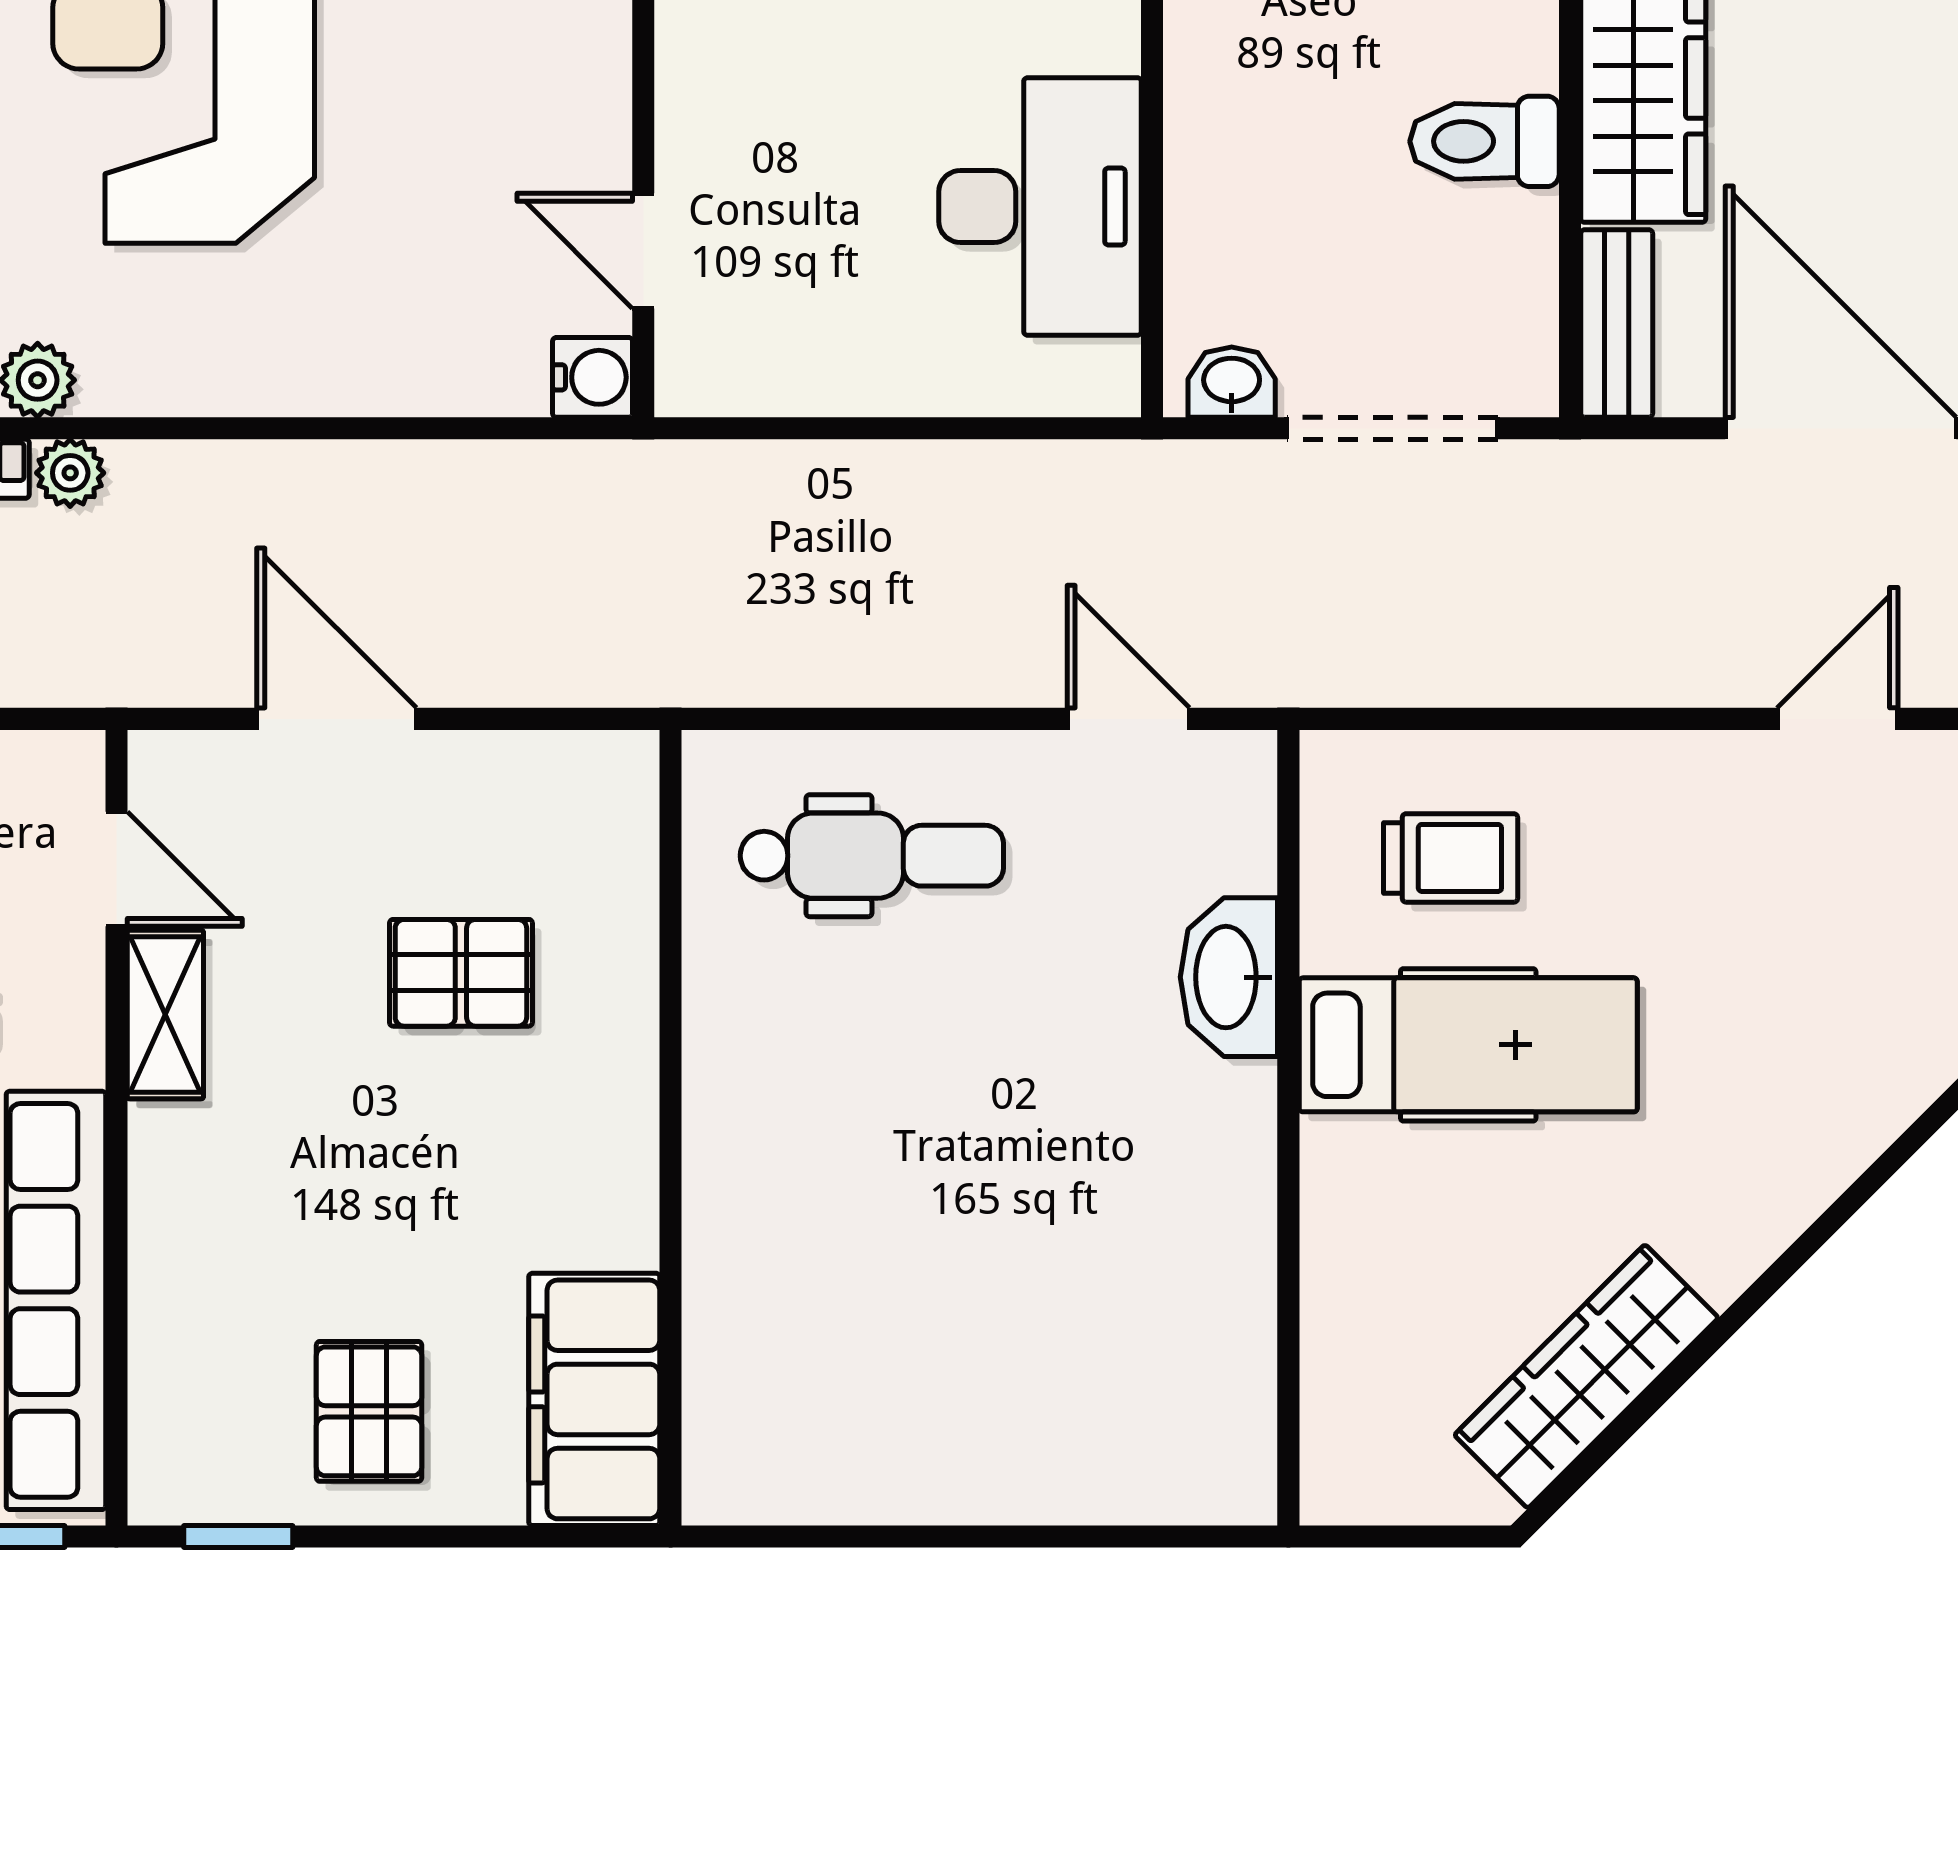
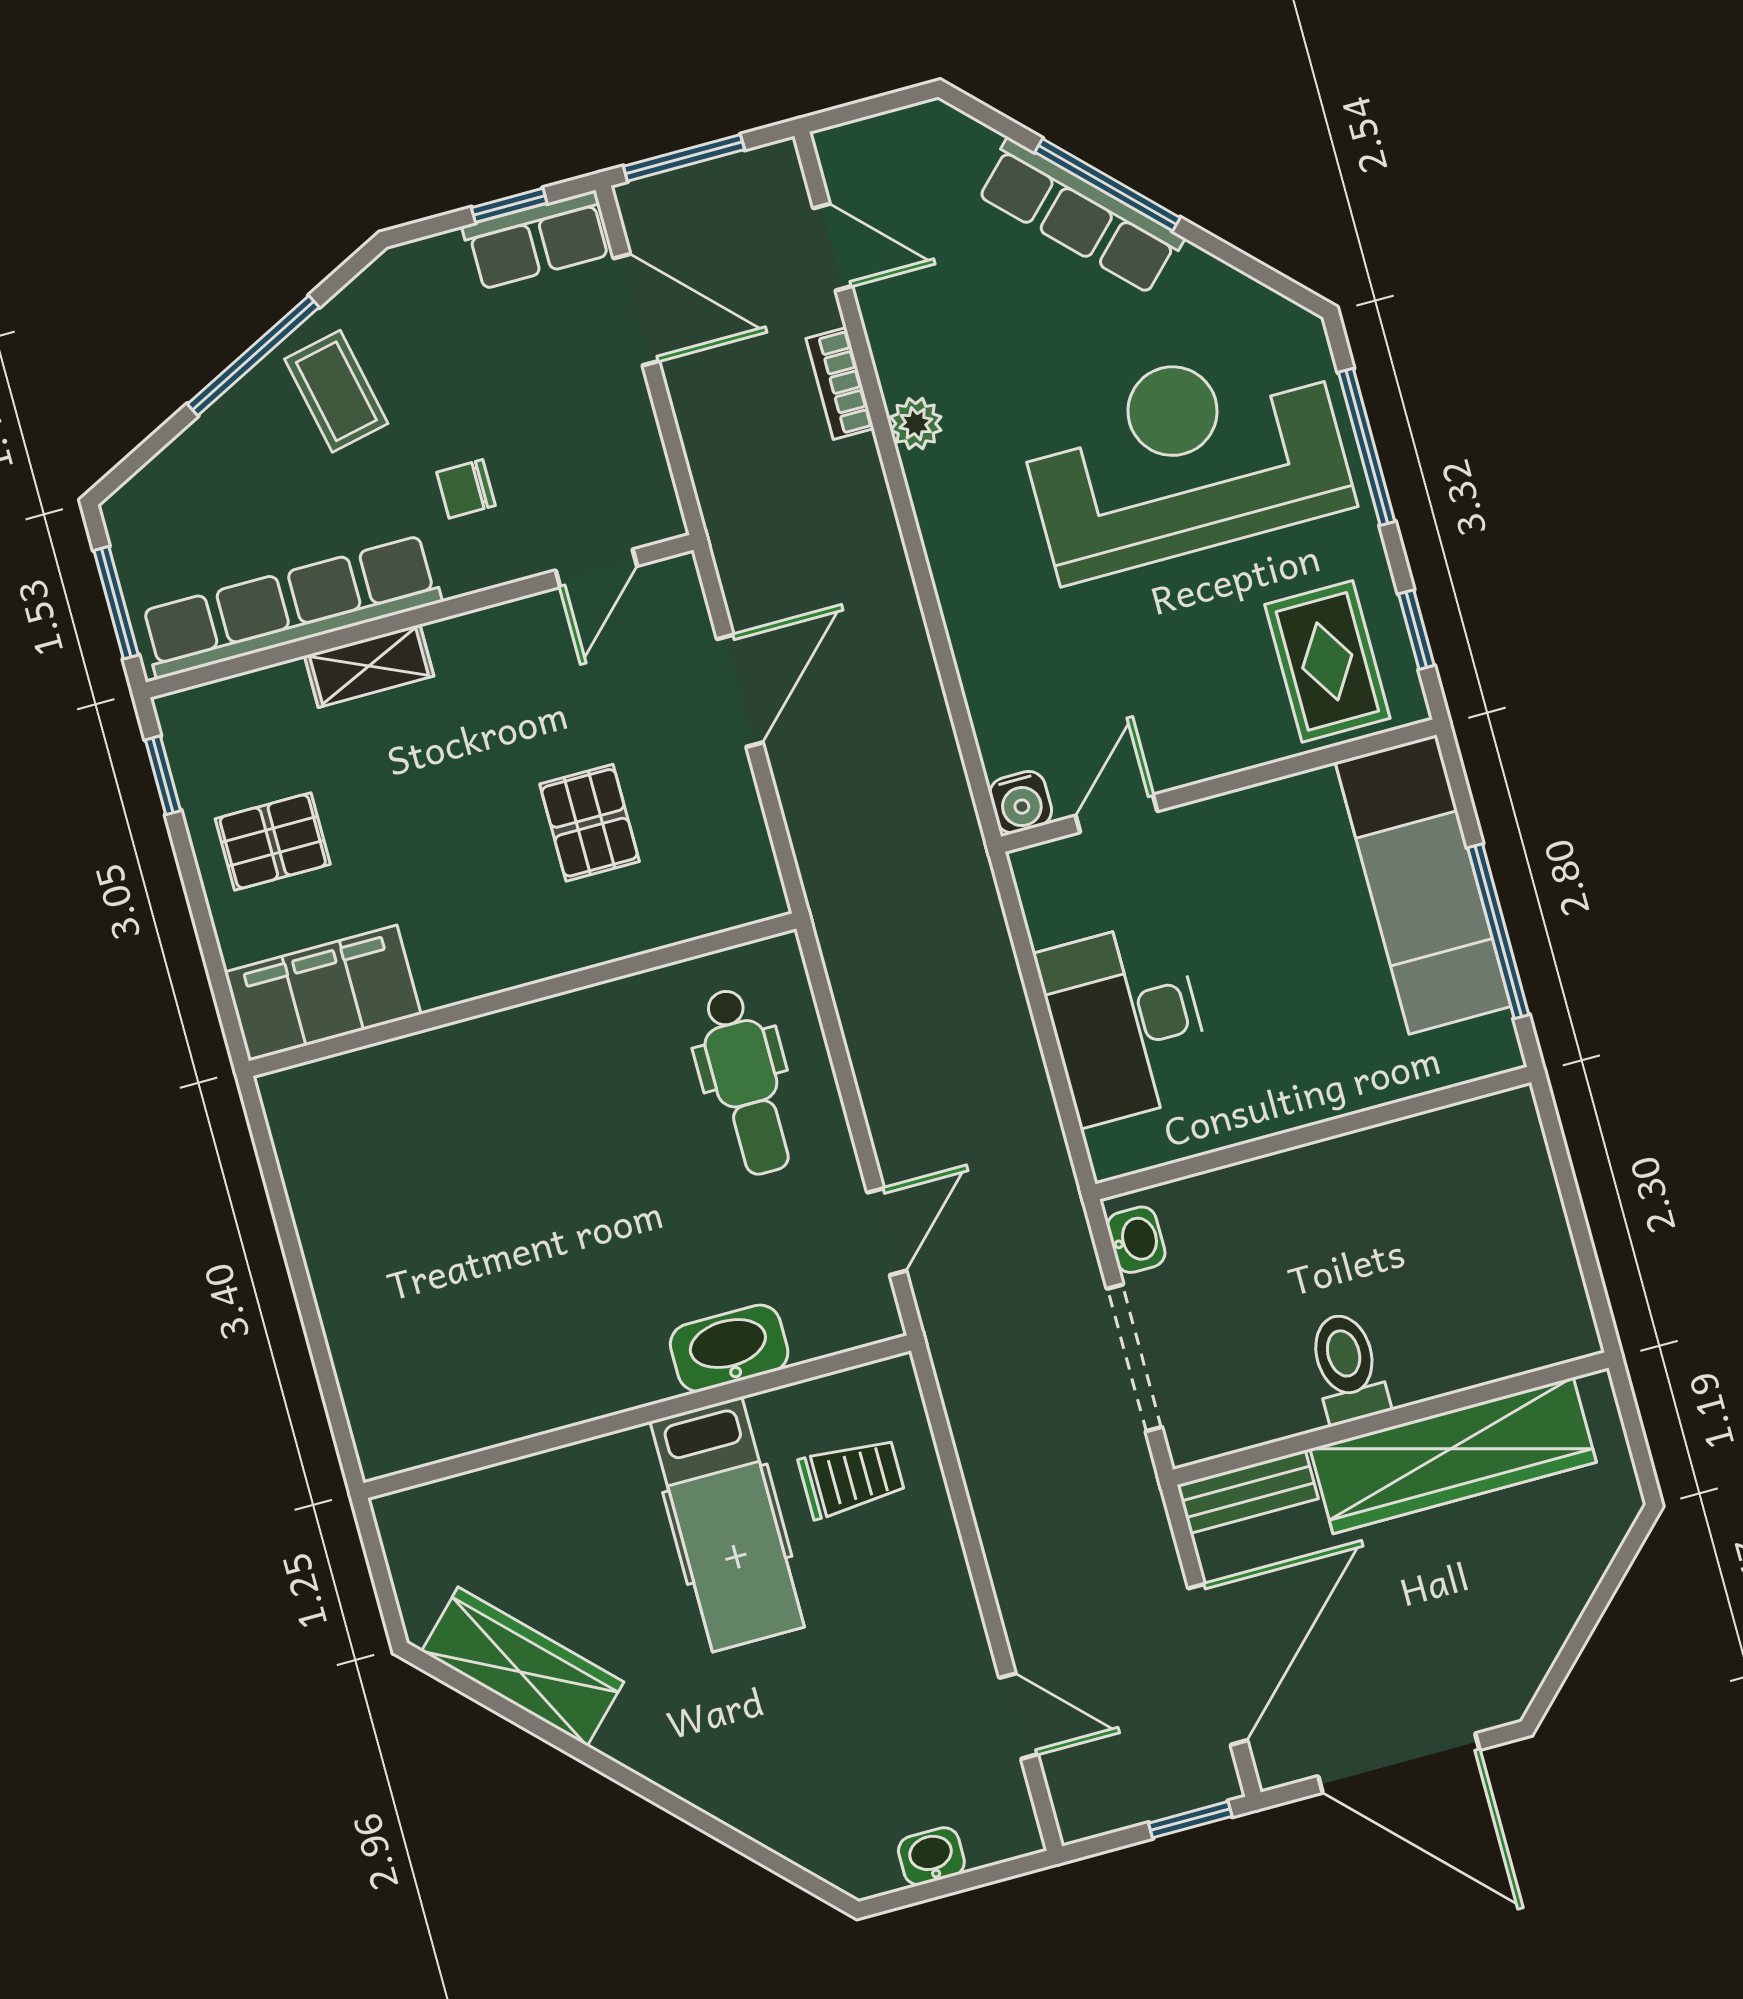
desk: (1040, 206) -> (1126, 1023), moved, turned 90
plant: (70, 473) -> (858, 463), removed
trolley: (1451, 858) -> (852, 1478), turned -90
shelving: (165, 1014) -> (369, 666), moved

